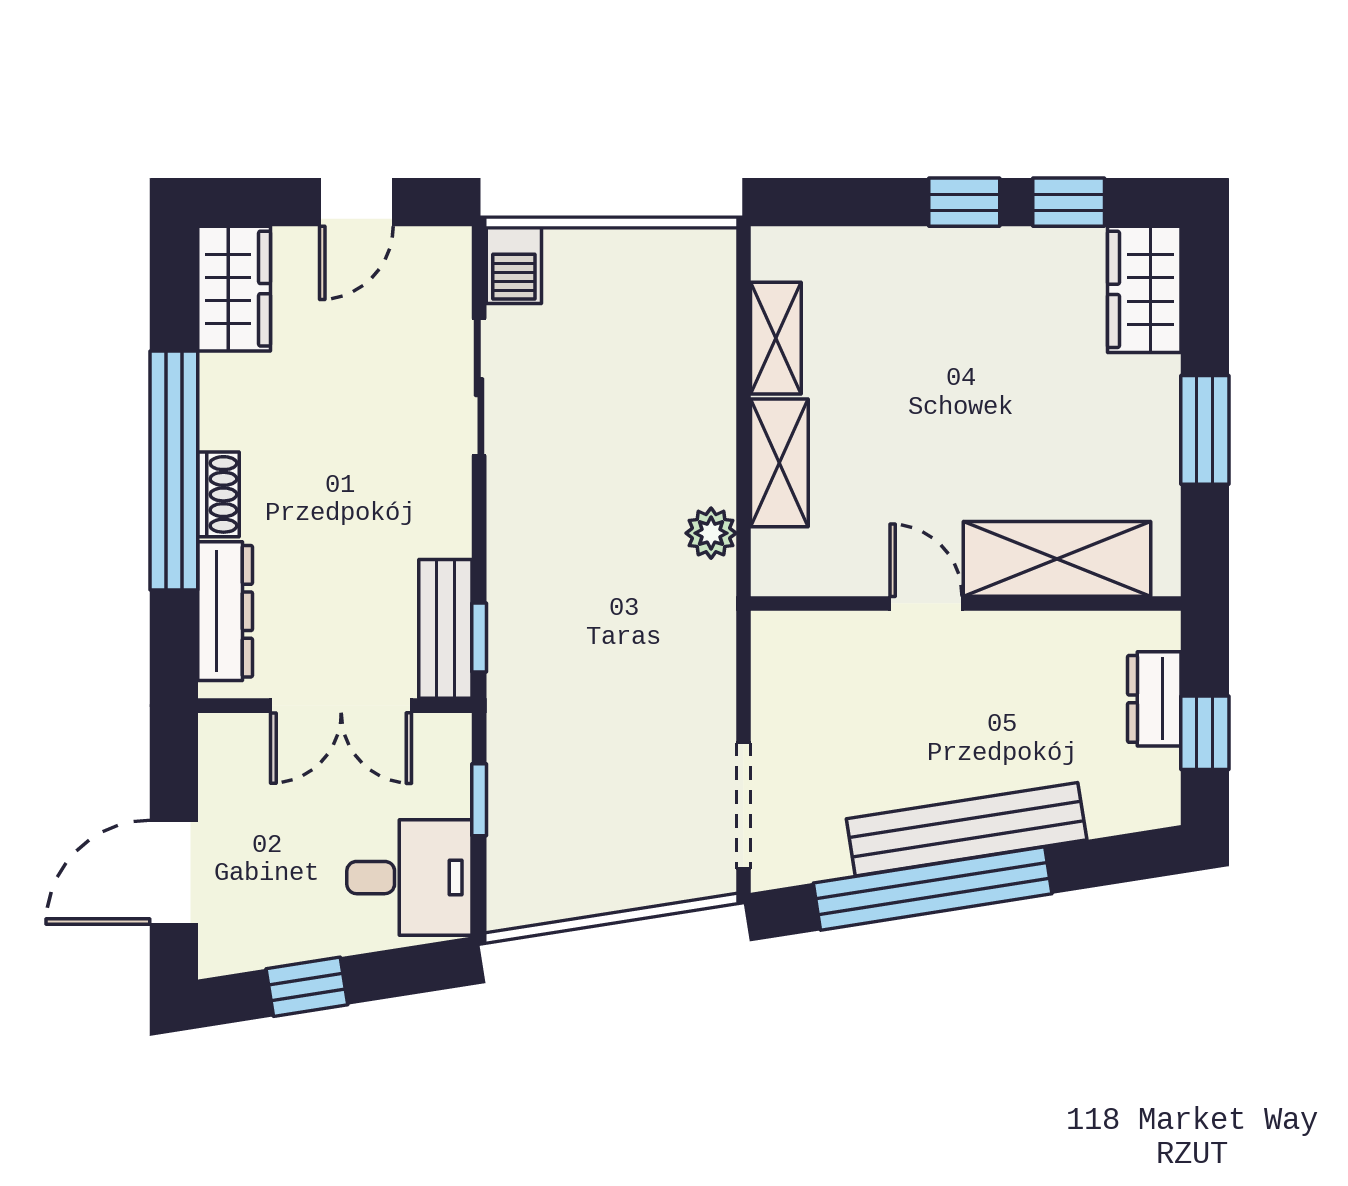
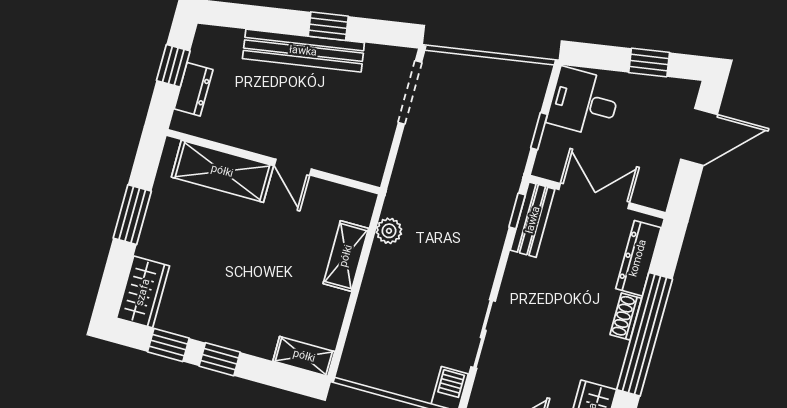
shelving: (776, 338) -> (304, 356), moved, turned 90
window: (933, 888) -> (328, 26), width x0.32

